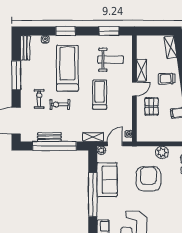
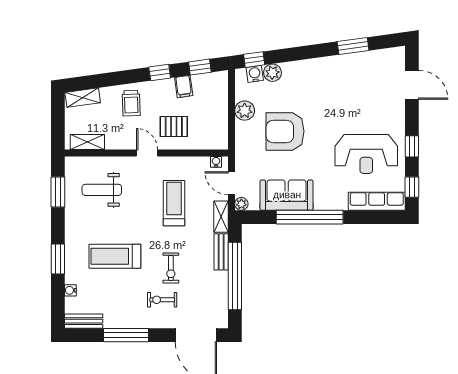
weight bench: (111, 60) -> (102, 190), turned -90
treadmill: (67, 68) -> (115, 256), width x0.73, depth x0.73
shelving: (142, 70) -> (87, 142), moved
treadmill: (100, 95) -> (174, 203), moved, turned 90
bench: (49, 137) -> (221, 252), moved

